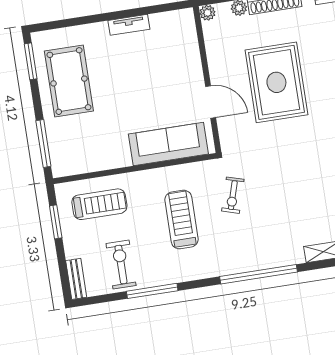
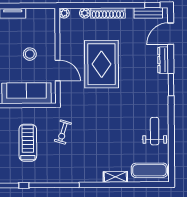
stool: (164, 83) -> (30, 54), added
window: (258, 274) -> (54, 185), moved

